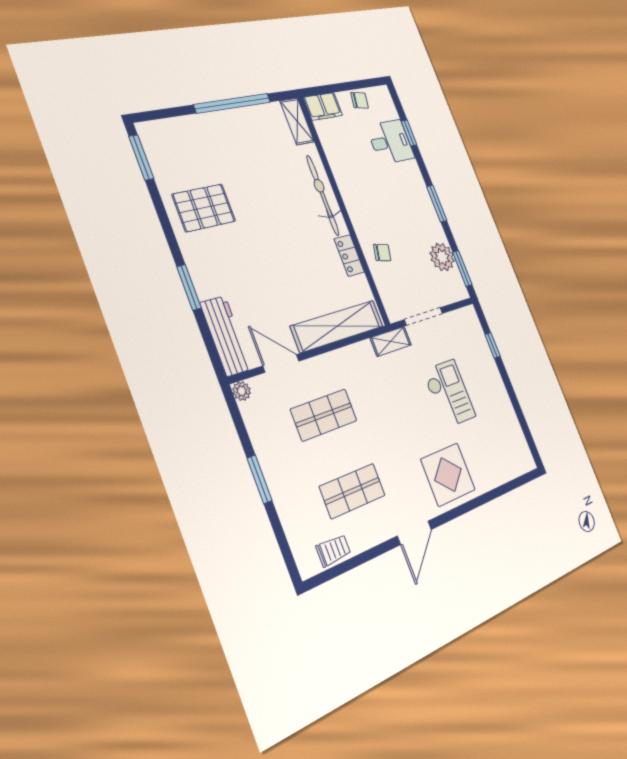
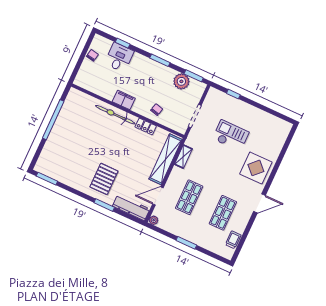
filing cabinet: (323, 106) -> (124, 100), moved, turned -90
shelving: (297, 121) -> (80, 96), removed
pallet: (204, 208) -> (104, 179), moved
shelving: (391, 341) -> (183, 157), moved
door: (414, 533) -> (260, 203), hinge flipped

